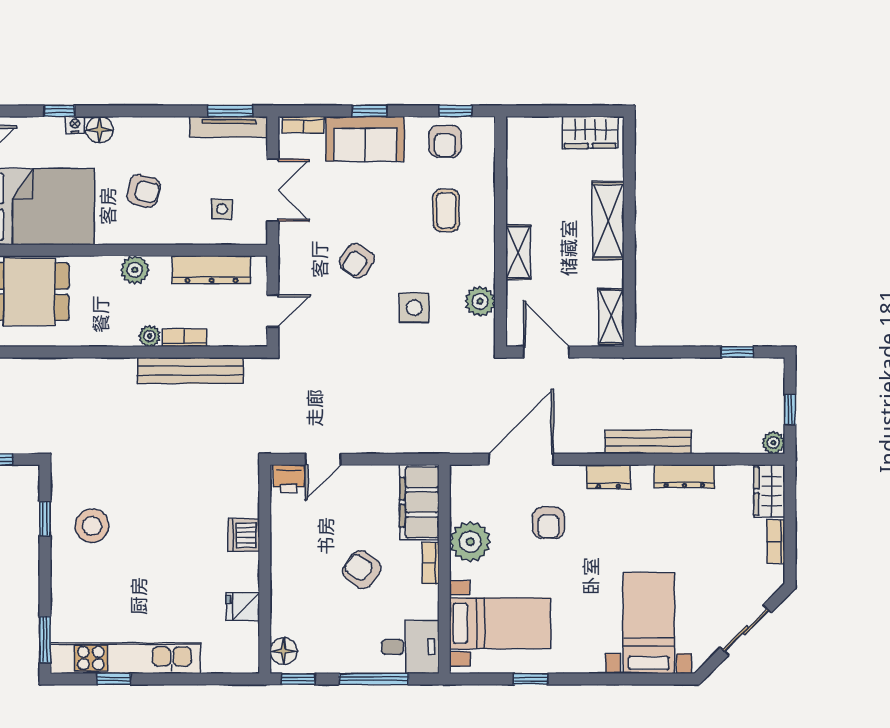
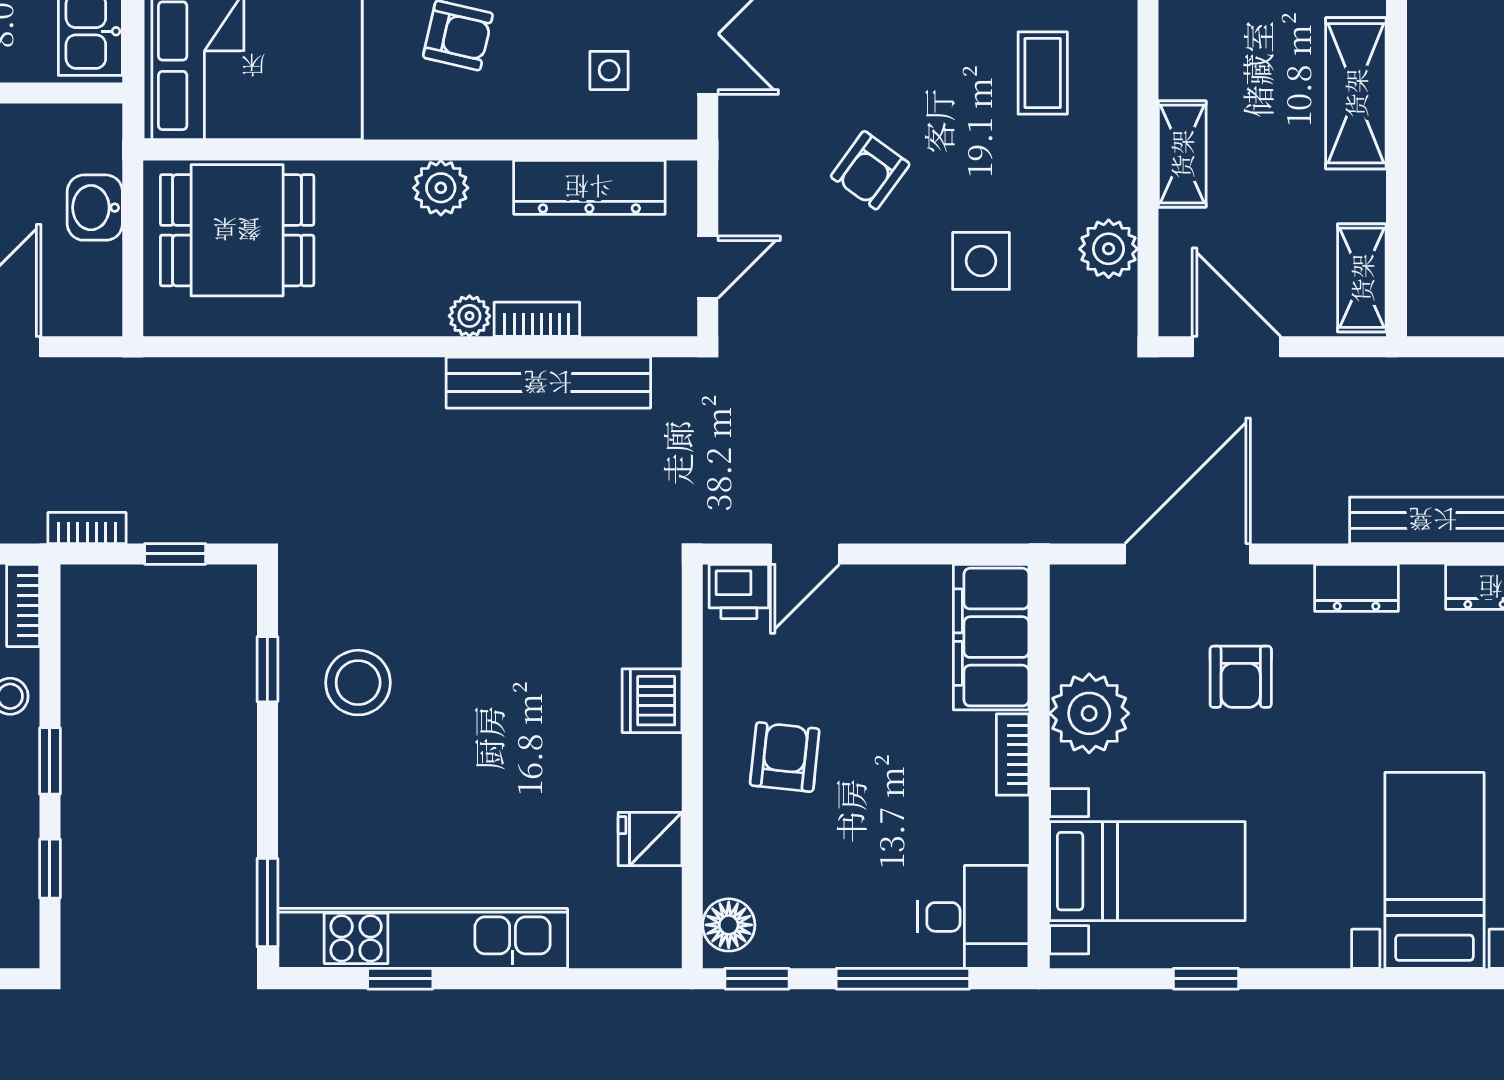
armchair: (362, 570) -> (785, 757), moved, turned 61

